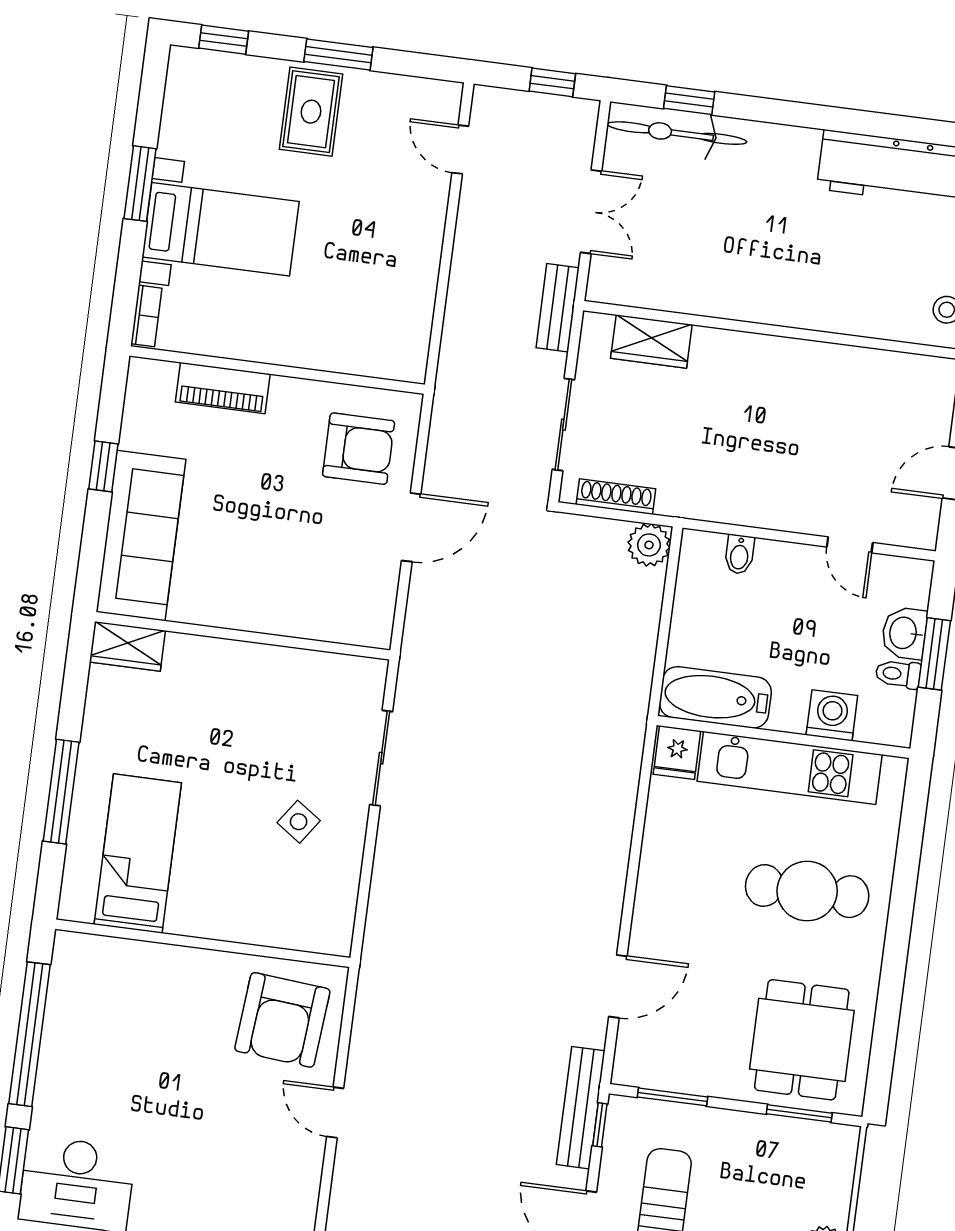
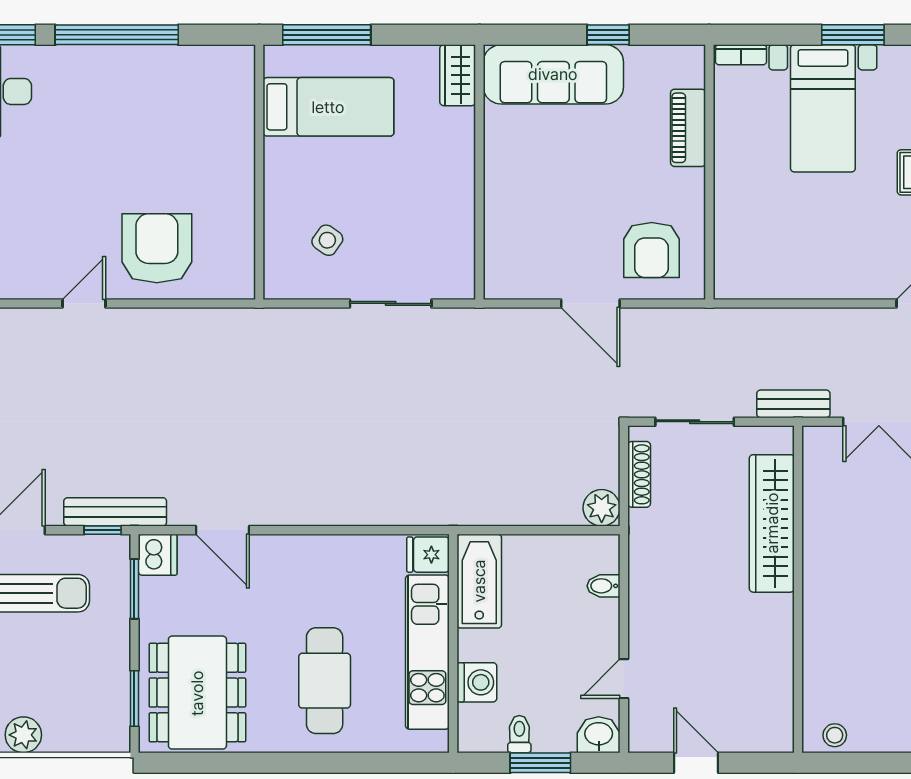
wardrobe: (651, 341) -> (772, 523), width x2.10, depth x1.17
washbasin: (904, 633) -> (599, 735), moved
bed: (138, 854) -> (328, 107), moved
wall: (203, 943) -> (259, 172), moved
armchair: (282, 1020) -> (157, 248), turned 85
dining table: (802, 1040) -> (197, 693), width x1.38
dishwasher: (637, 1065) -> (158, 555), added

